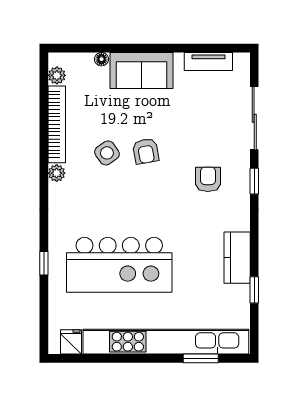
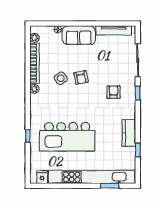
tv unit: (208, 61) -> (114, 30), width x1.41

